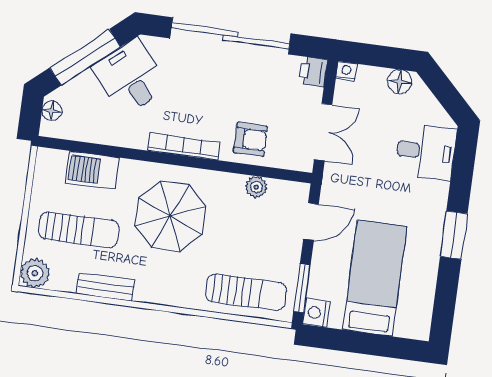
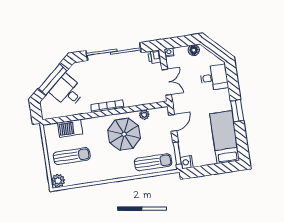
desk: (130, 77) -> (67, 91), moved
floor lamp: (52, 111) -> (45, 107), removed
armchair: (250, 139) -> (136, 95), removed
parasol: (170, 216) -> (124, 134), moved
bed: (375, 278) -> (225, 137), moved
bench: (105, 287) -> (91, 178), removed

